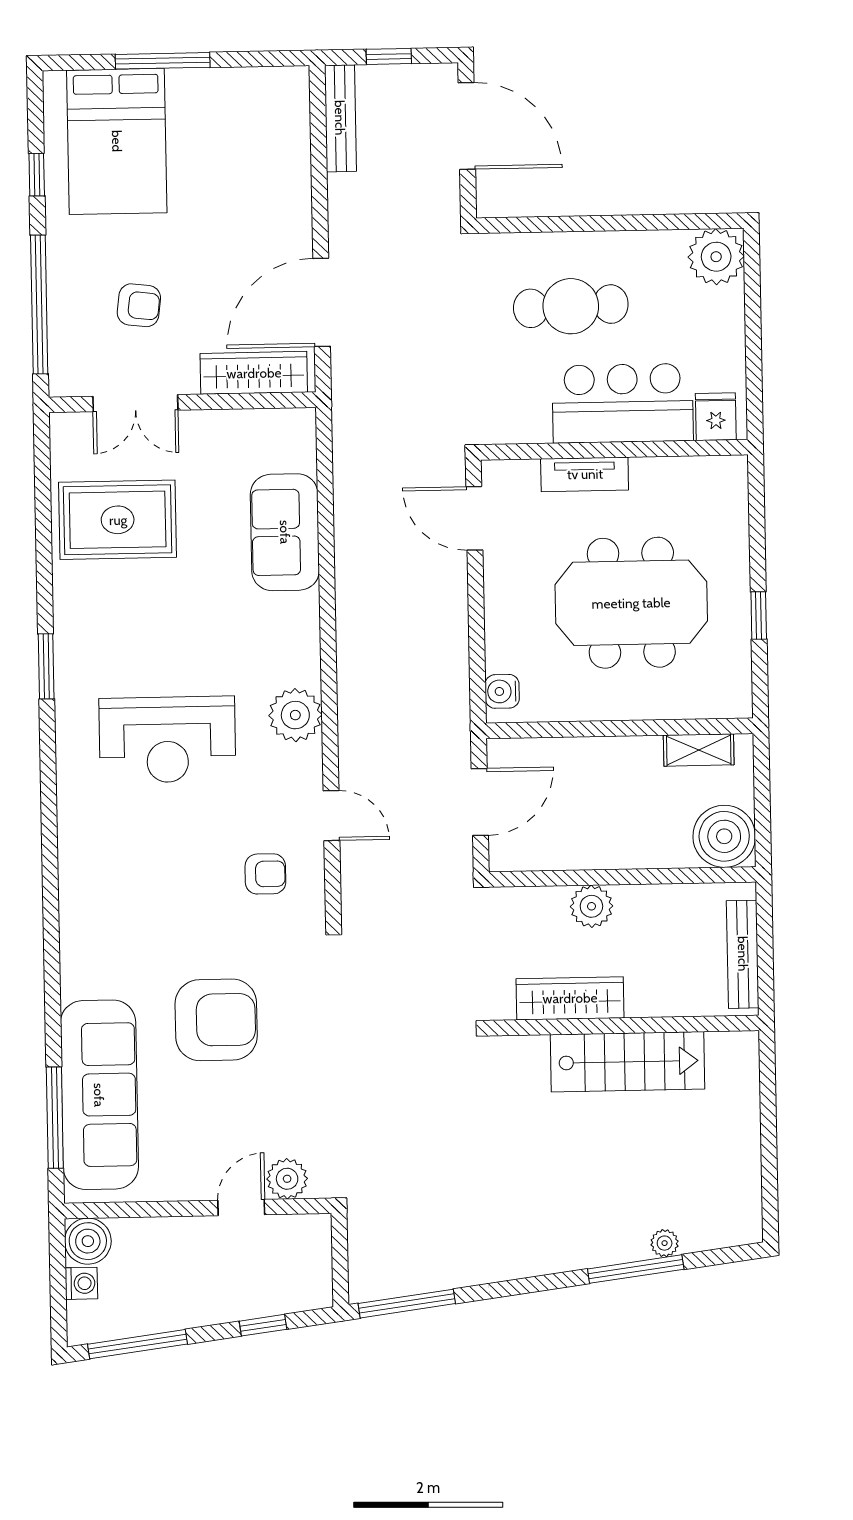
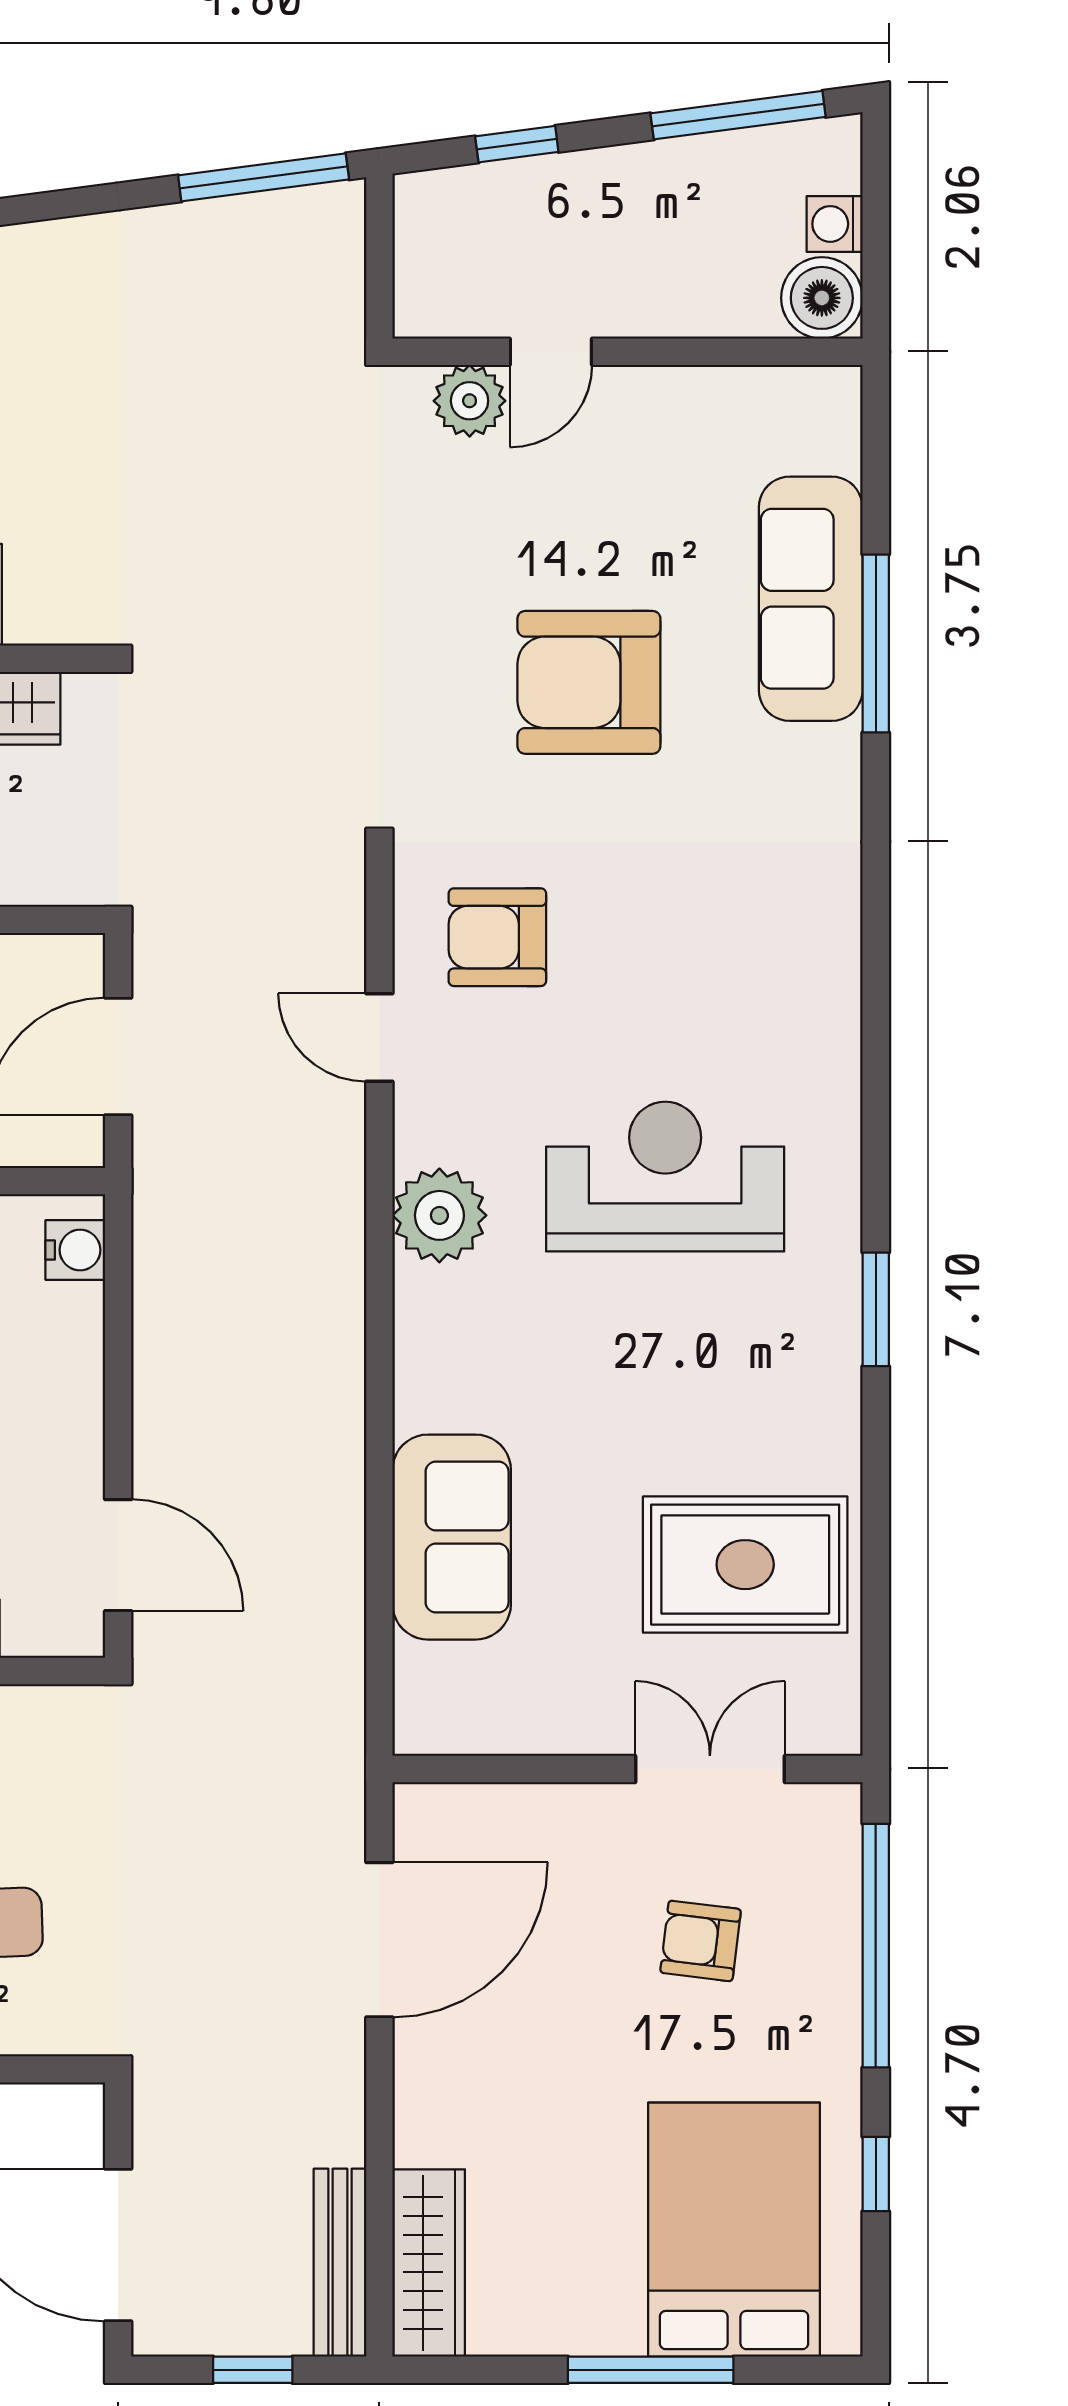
wardrobe: (254, 373) -> (429, 2263), moved, turned -90
armchair: (265, 874) -> (497, 937), width x1.38, depth x1.38
sofa: (99, 1095) -> (811, 599), width x0.74, depth x0.79
window: (55, 1118) -> (876, 644), moved

